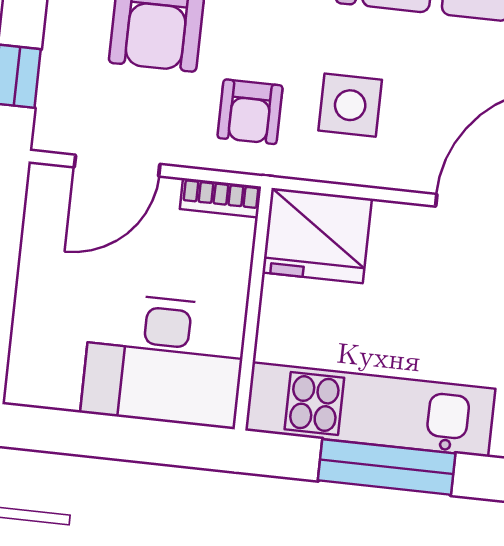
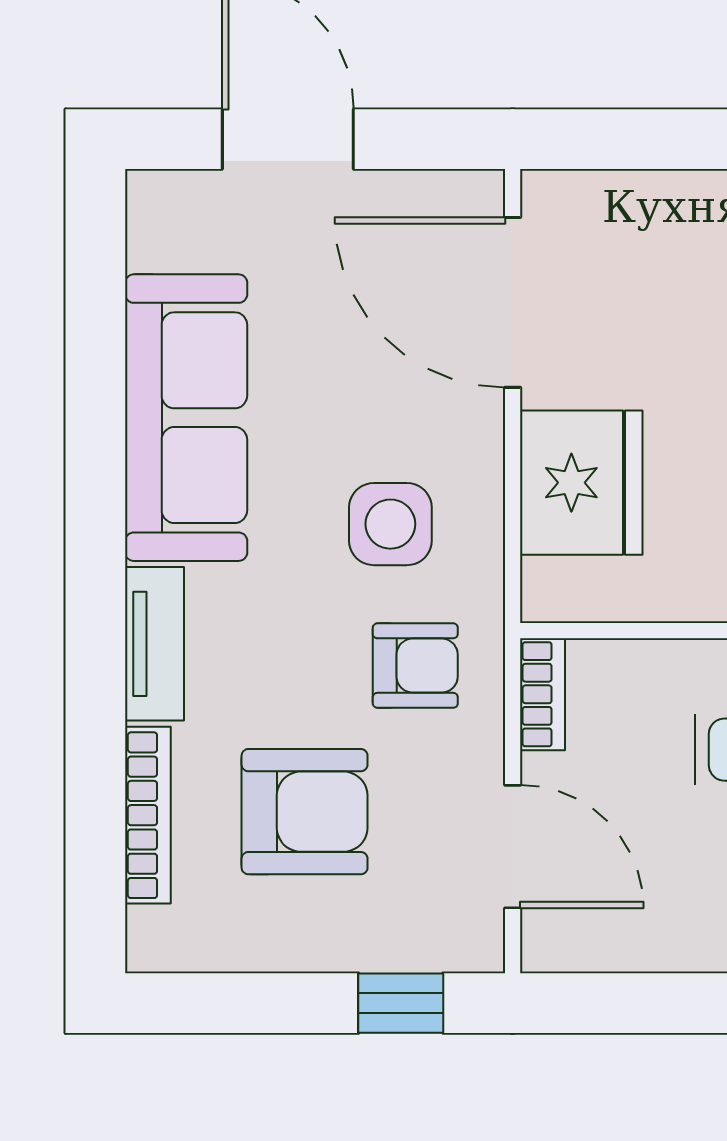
fridge: (317, 236) -> (581, 483), moved

